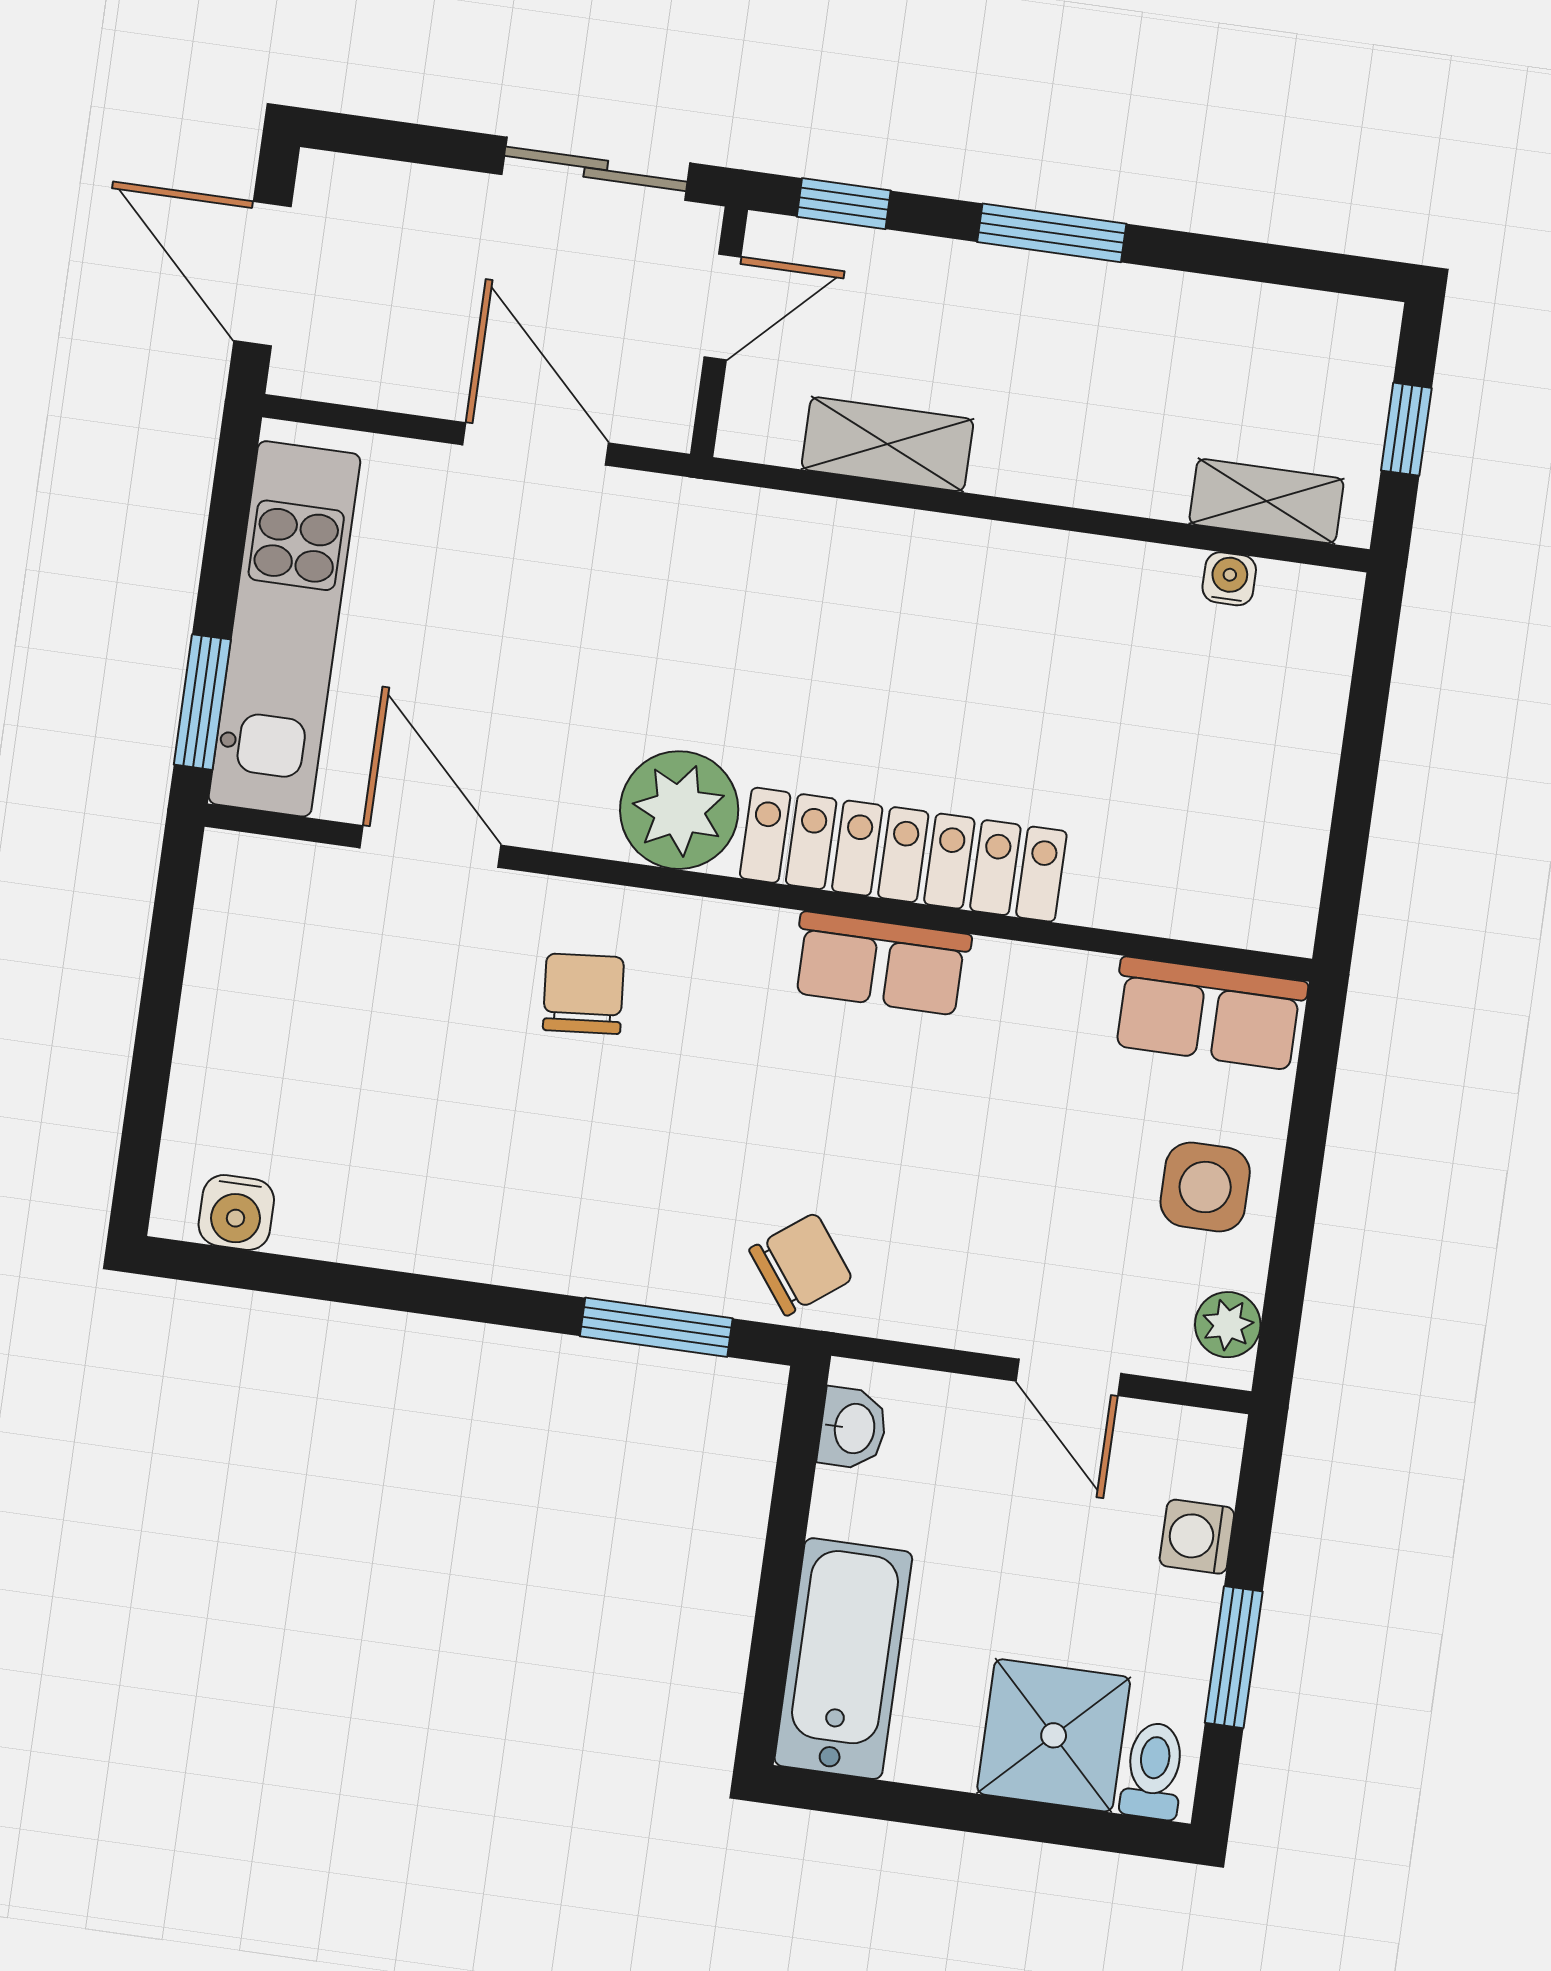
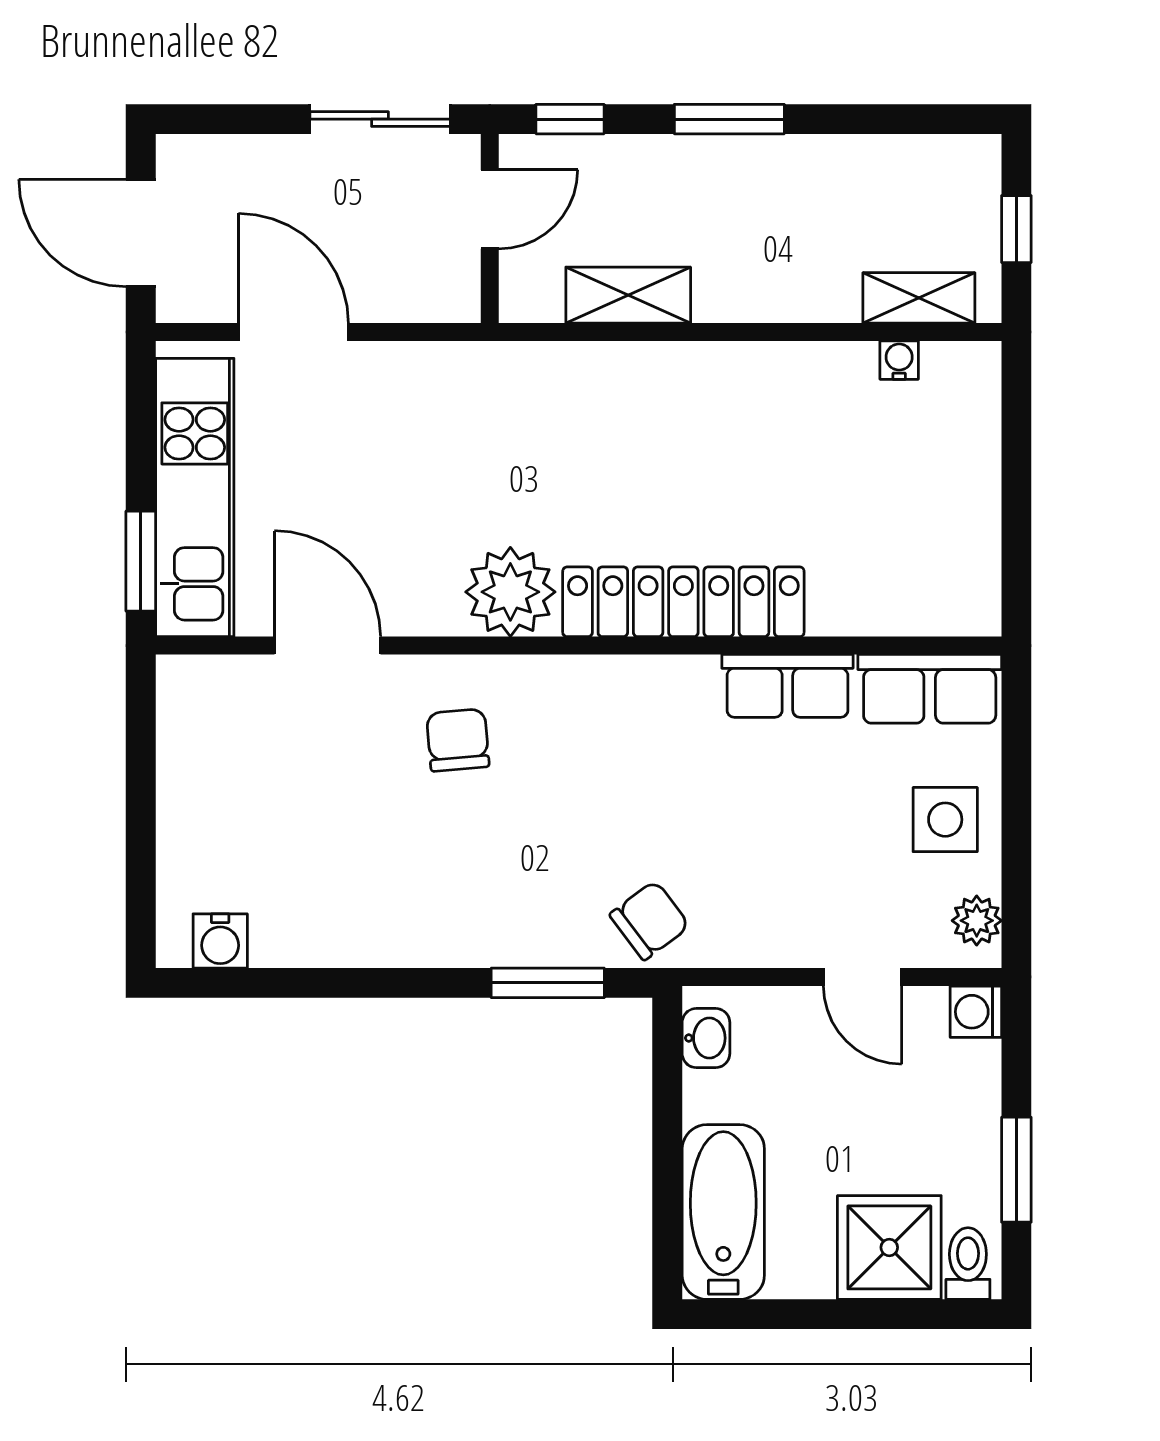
door: (536, 444) -> (294, 332), moved
row of seats: (881, 964) -> (787, 686), moved
washing machine: (1197, 1537) -> (976, 1012), moved

